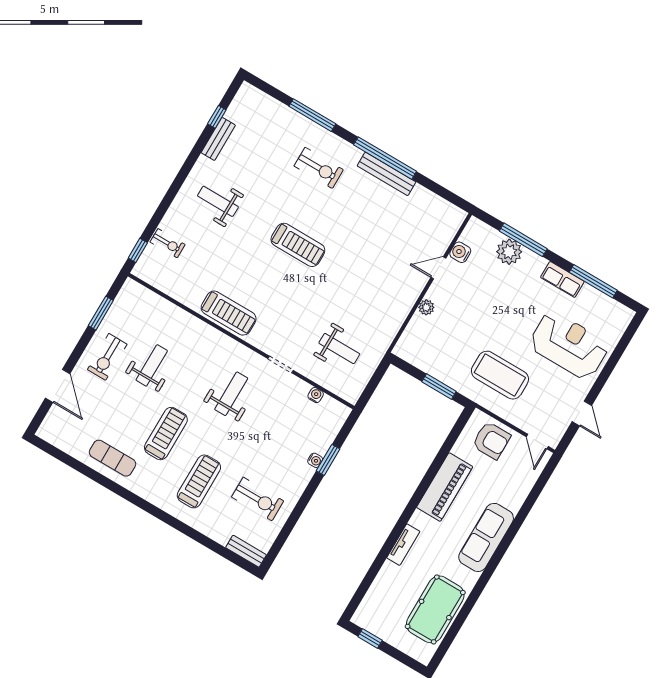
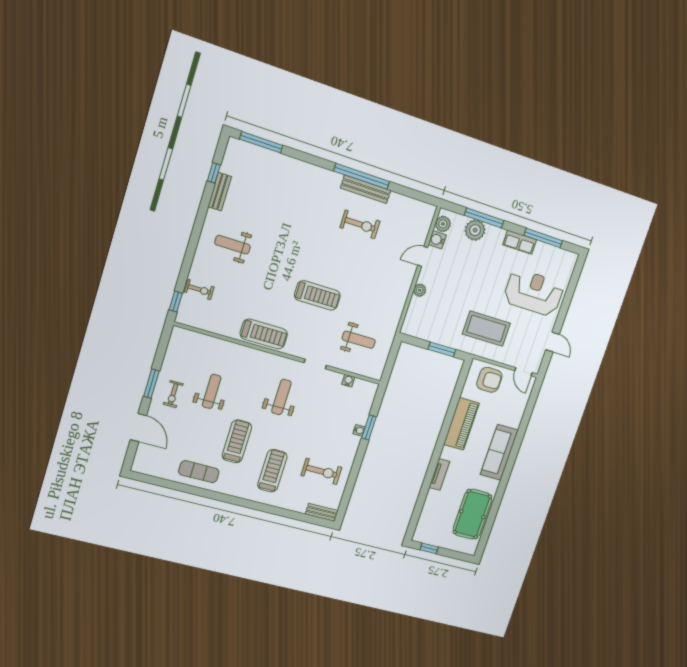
window: (312, 115) -> (261, 142), moved
exercise bike: (319, 168) -> (360, 224), moved
plant: (471, 235) -> (443, 224), added
treadmill: (298, 245) -> (317, 295), moved
window: (101, 313) -> (151, 384), moved
exercise bike: (107, 357) -> (173, 394), width x0.73, depth x0.72

